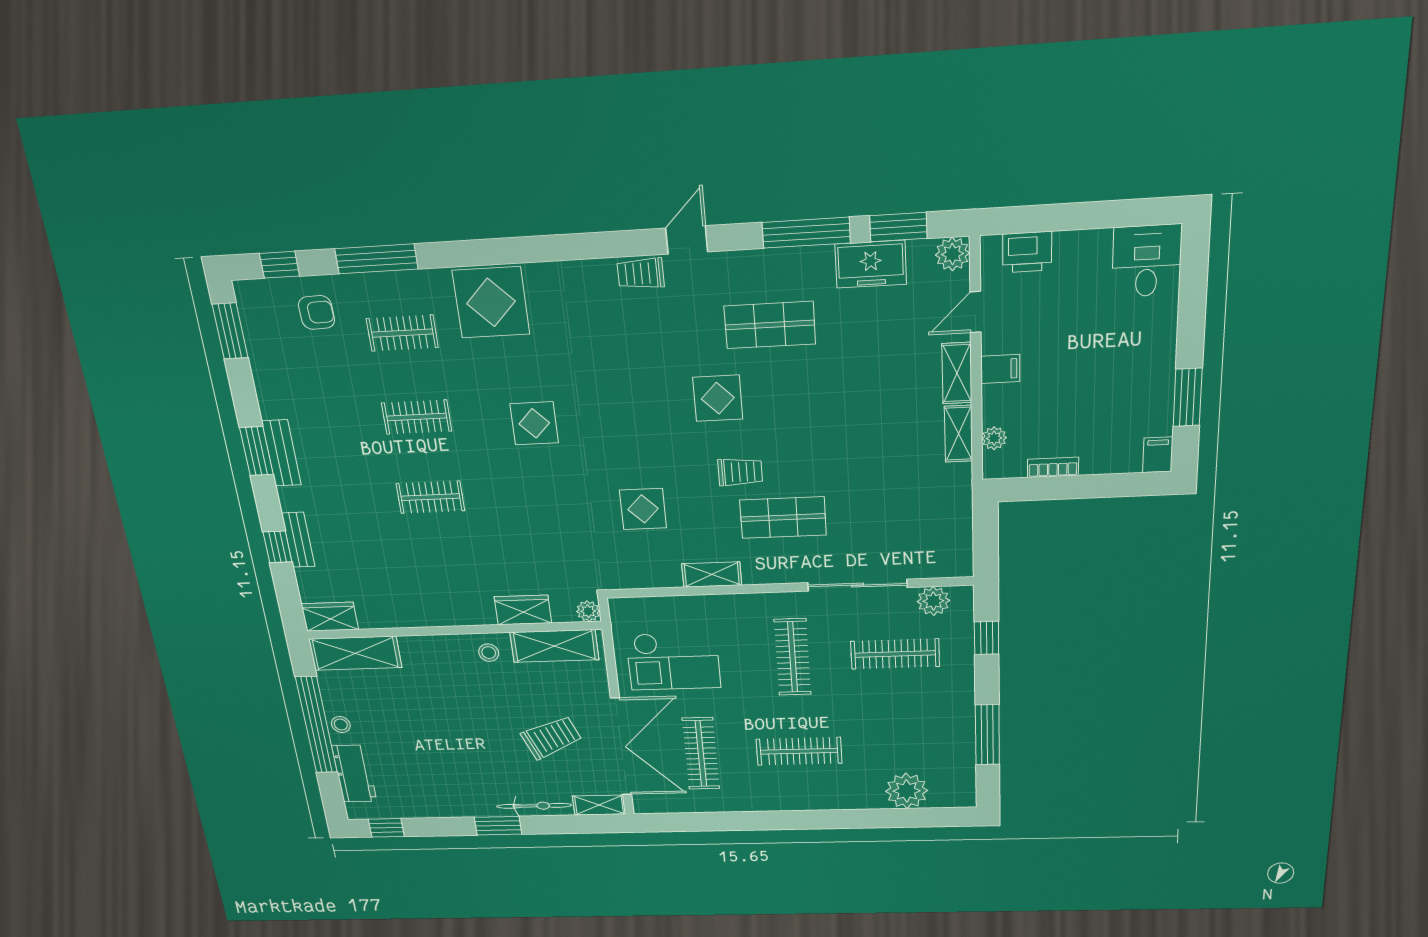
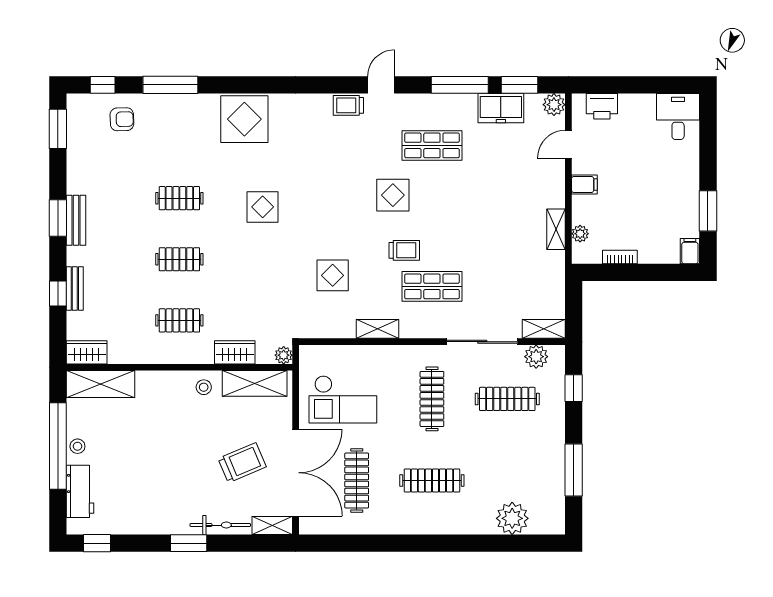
clothes rail: (402, 333) -> (179, 320), moved
shelving: (957, 373) -> (544, 329), moved, turned 90

